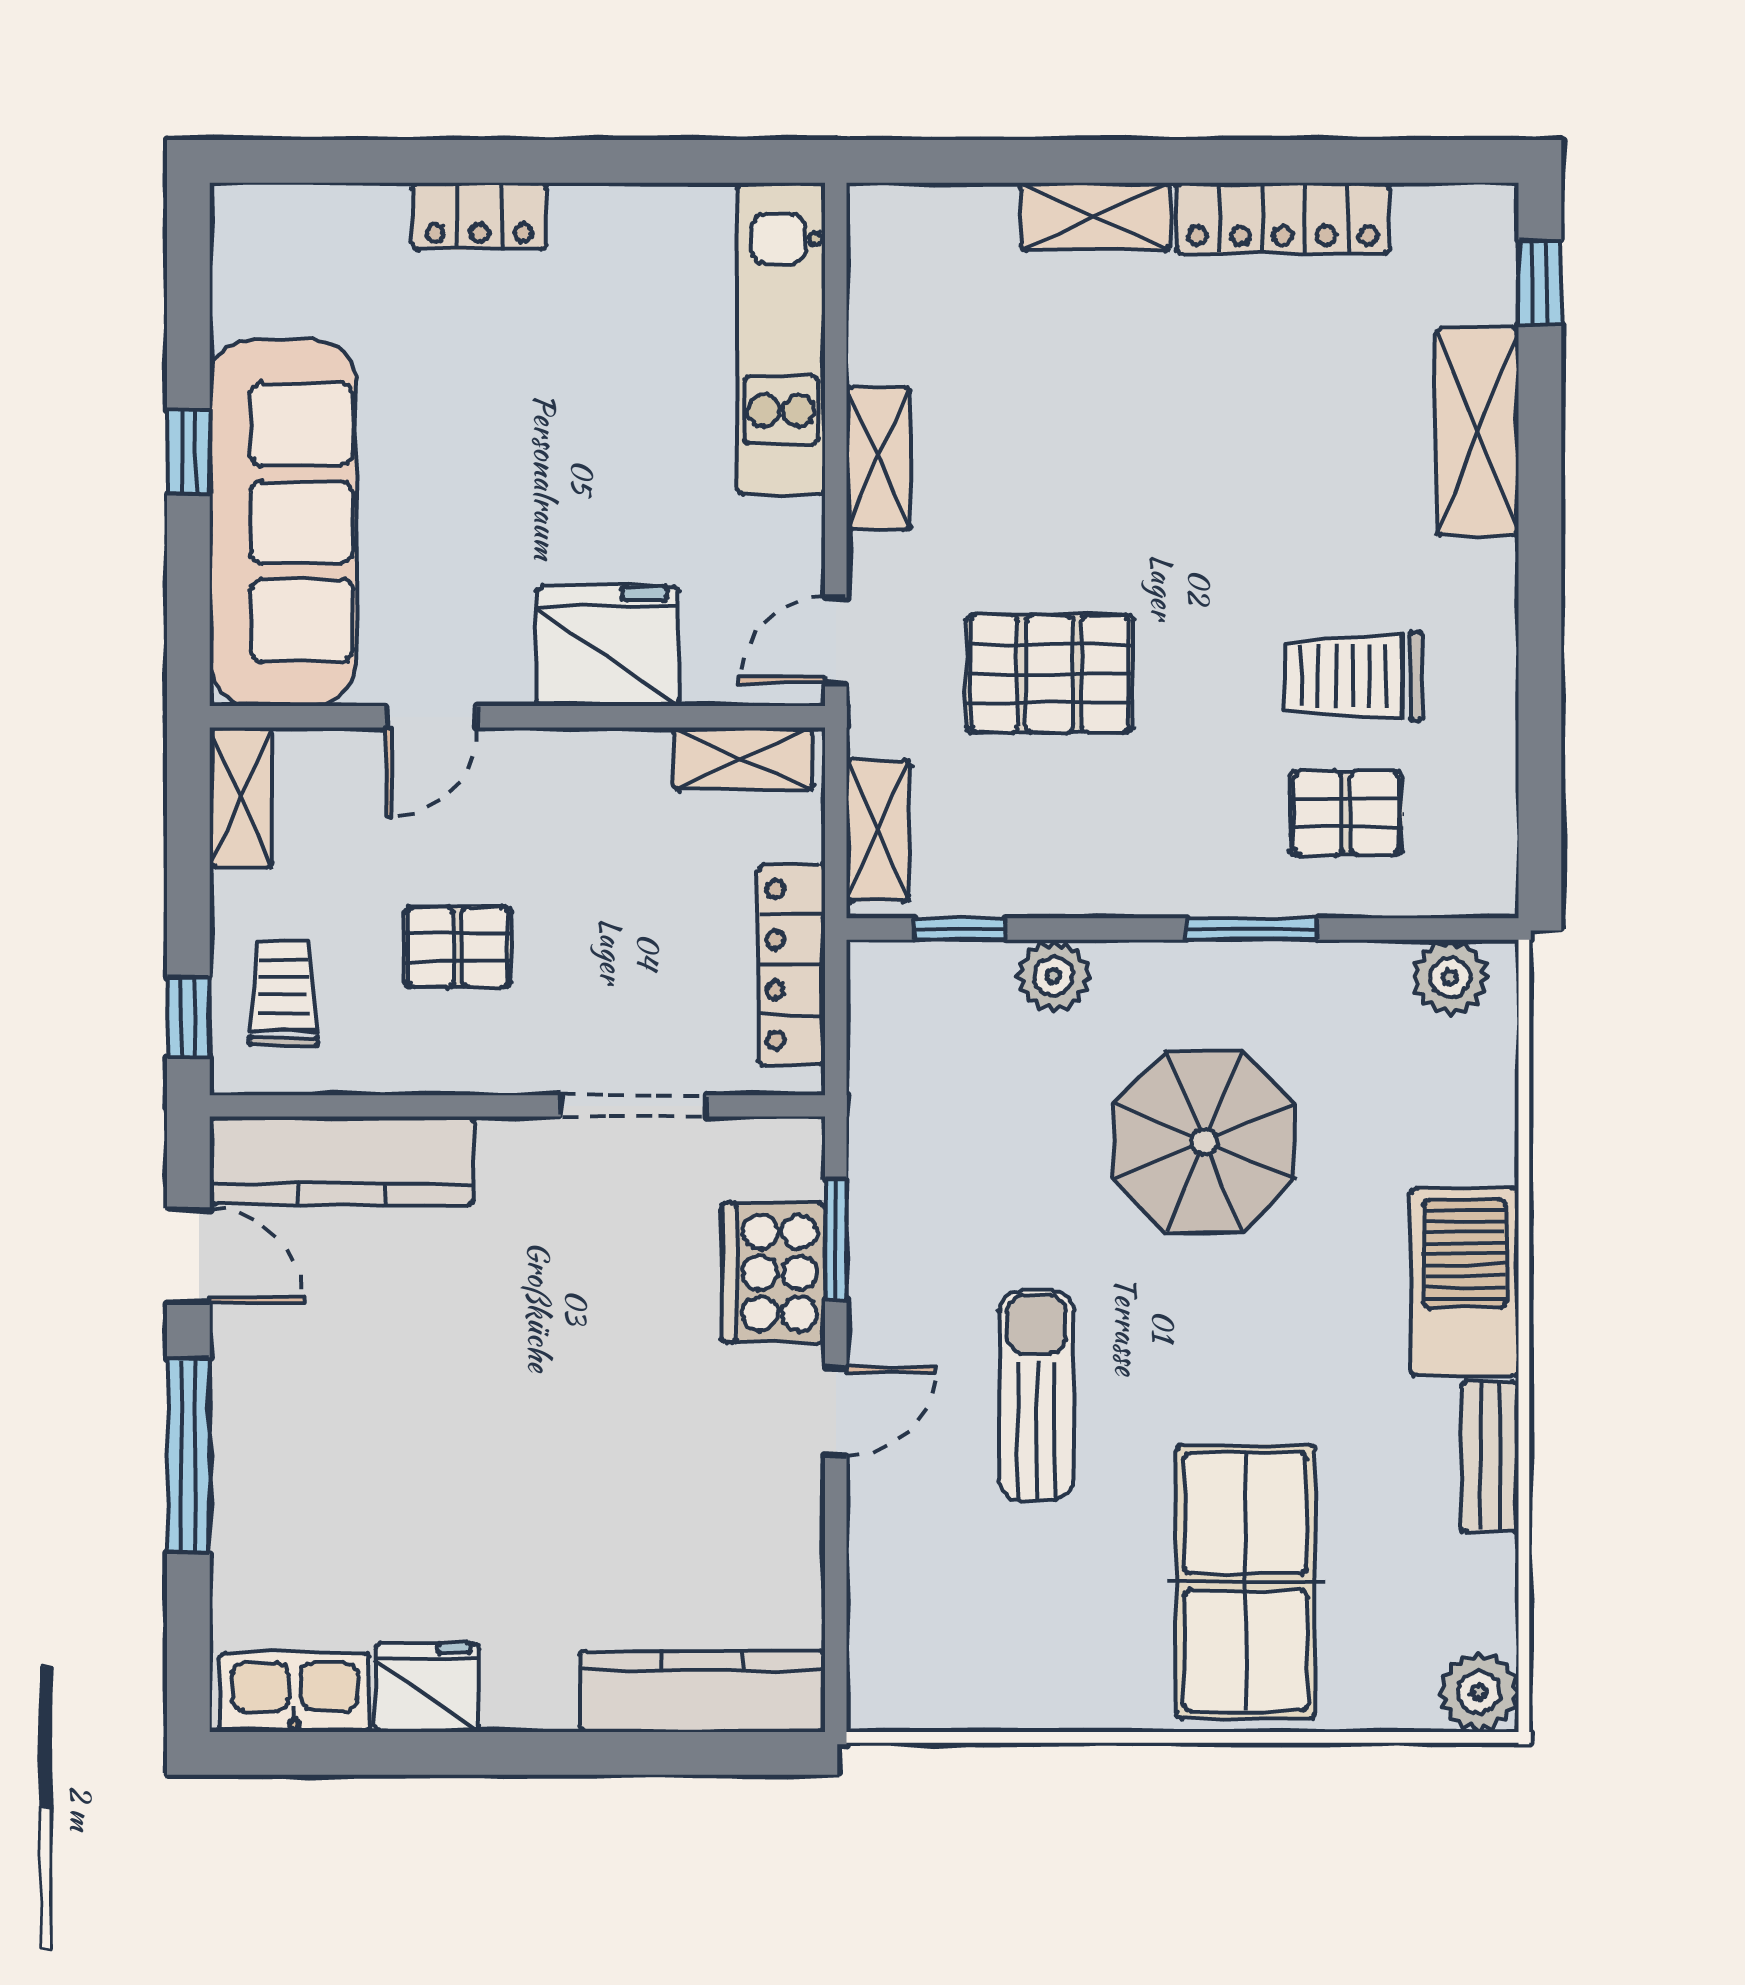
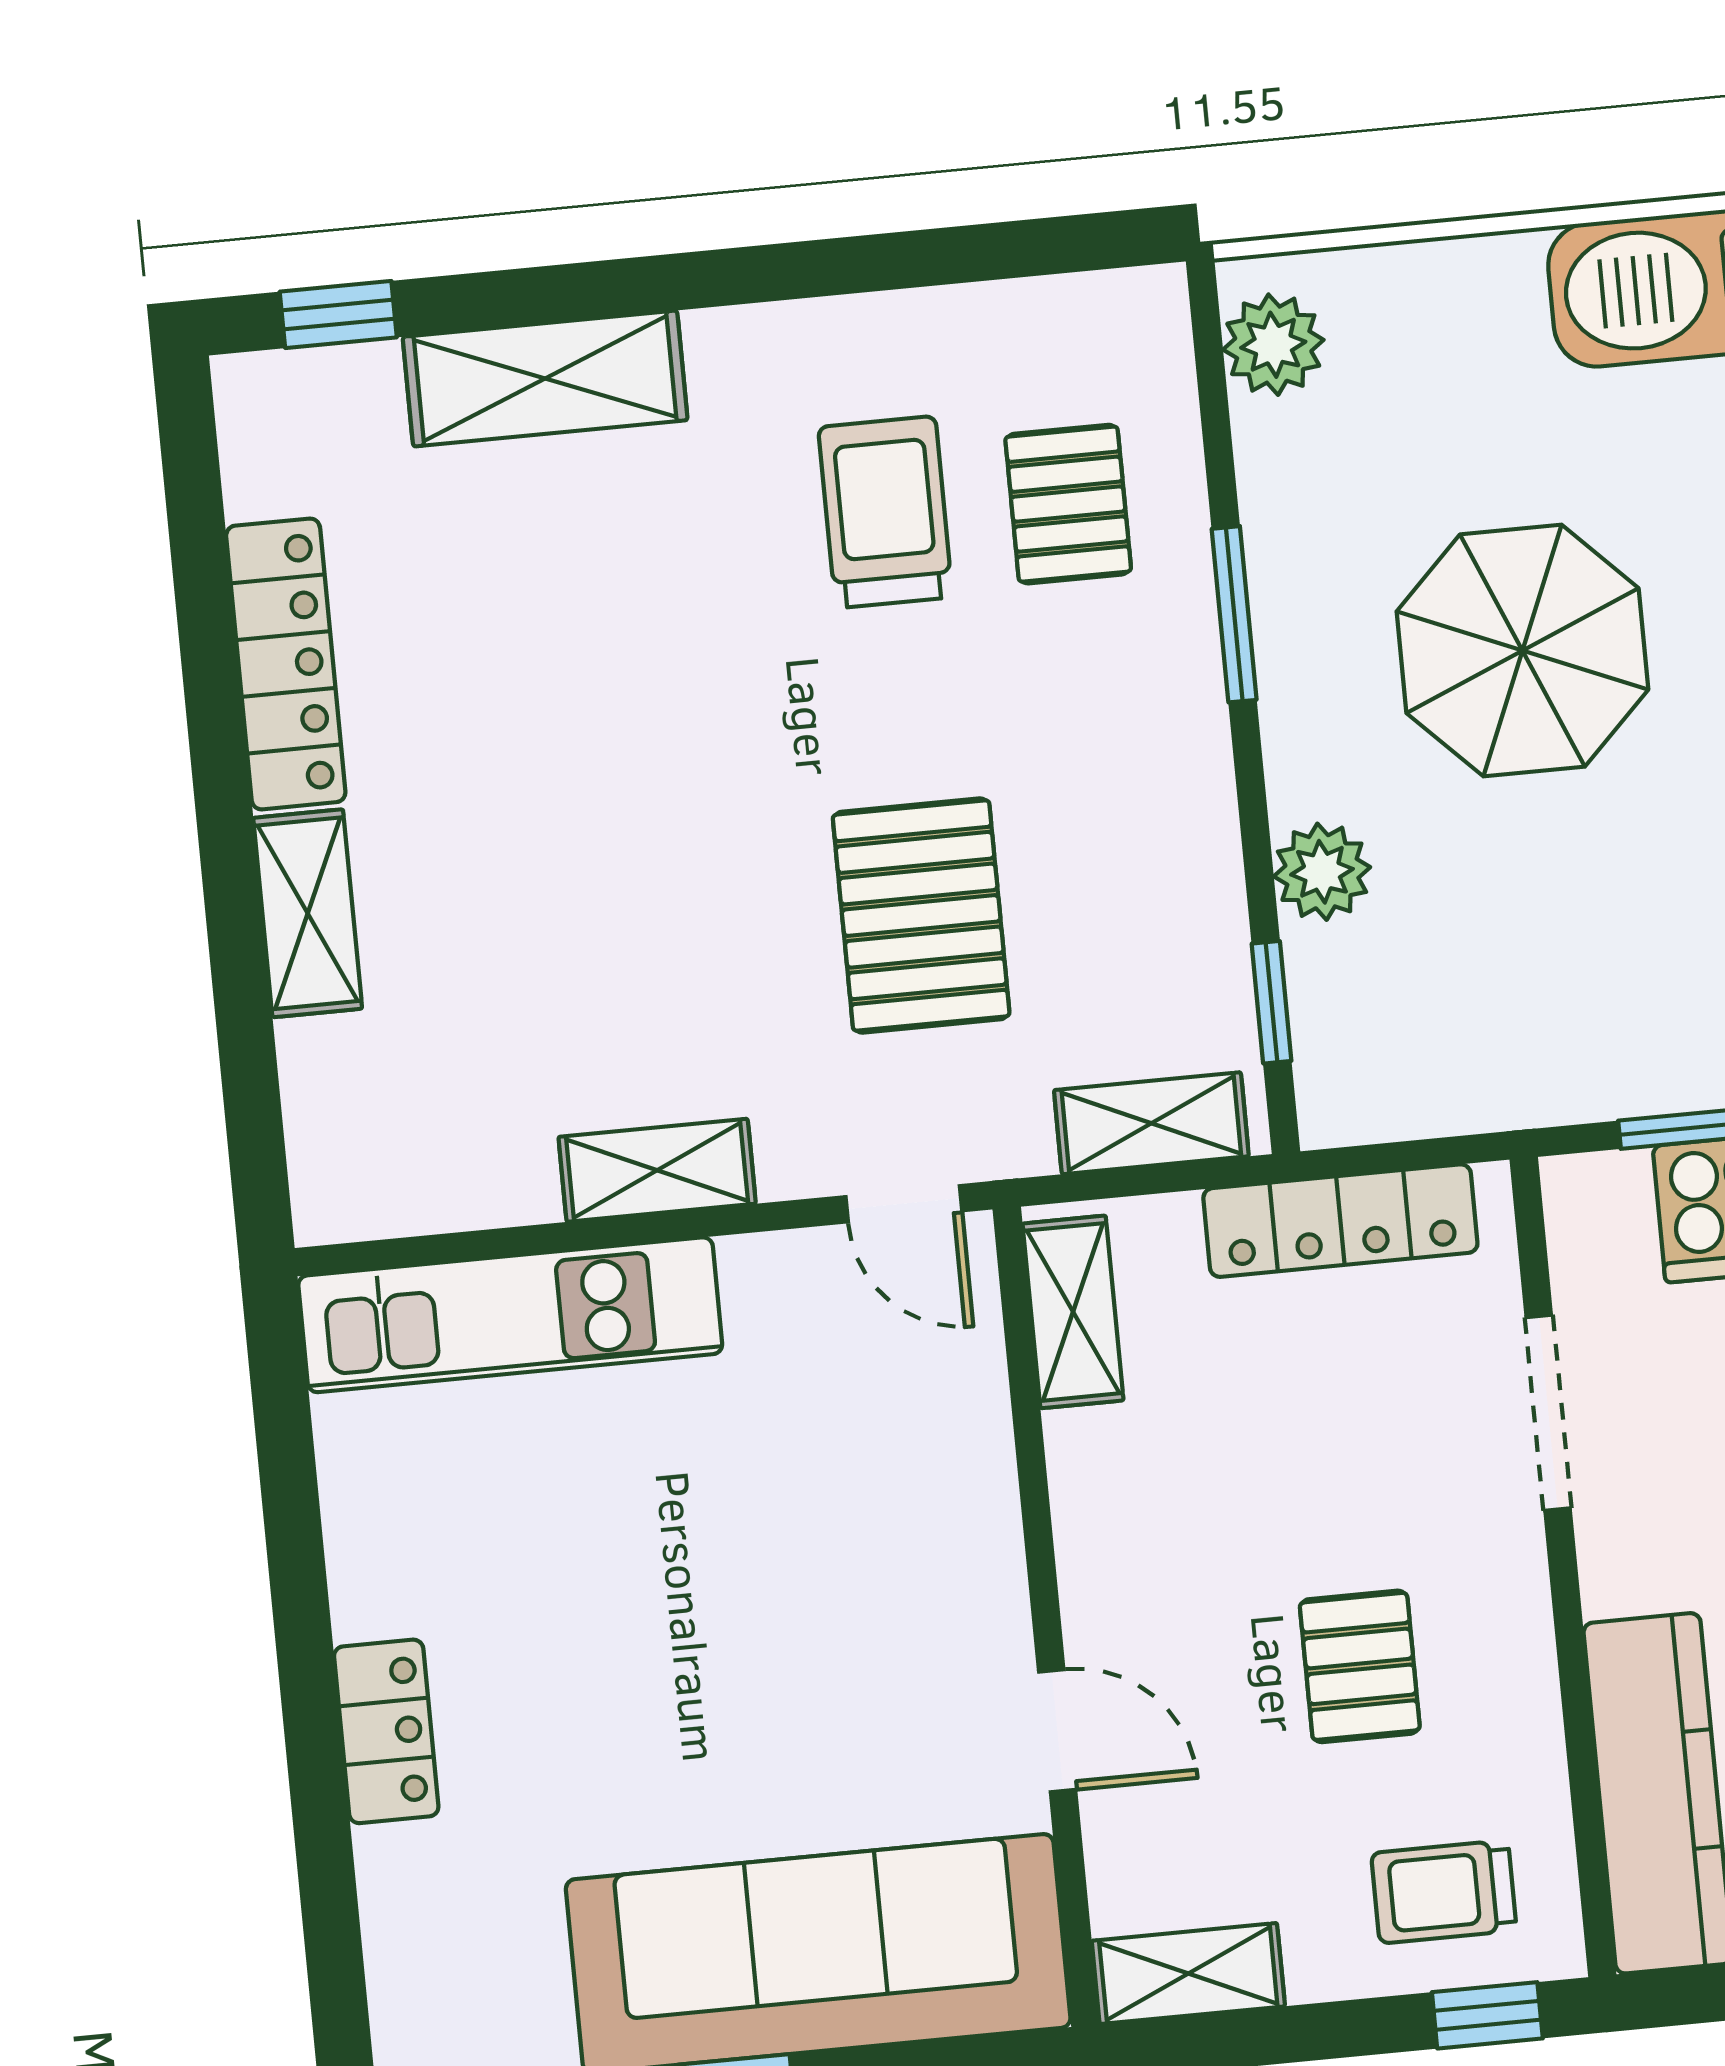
fridge: (608, 646) -> (941, 1506), removed
trolley: (1353, 676) -> (885, 512), turned 180

